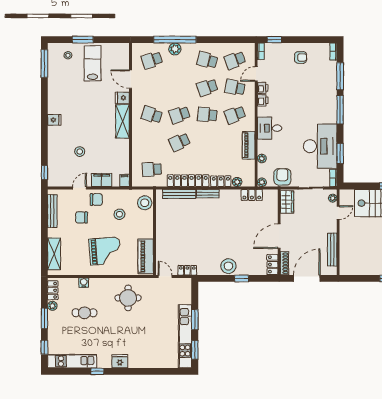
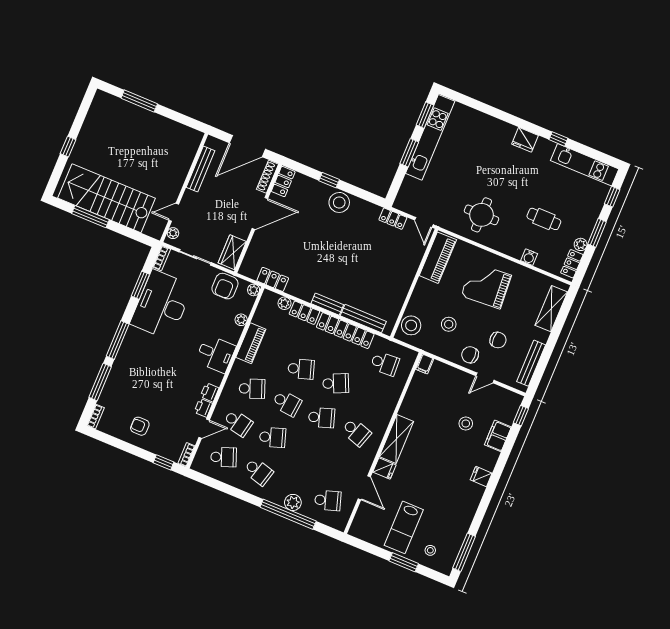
school desk: (207, 142) -> (301, 369), added
filing cabinet: (102, 180) -> (498, 436), moved, turned 90

